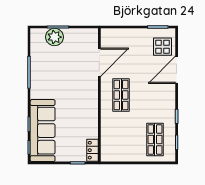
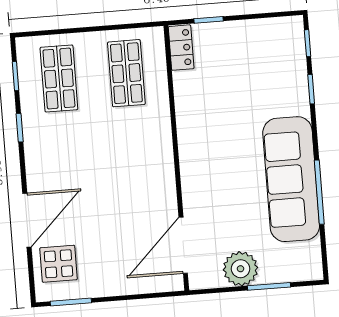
plant: (55, 37) -> (241, 269), moved
door: (99, 62) -> (183, 245), moved
shop shelf: (121, 95) -> (126, 73), moved
sofa: (43, 131) -> (291, 179), moved

